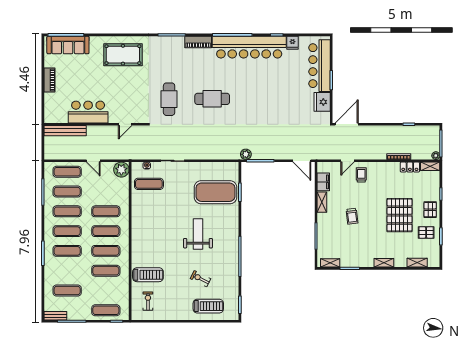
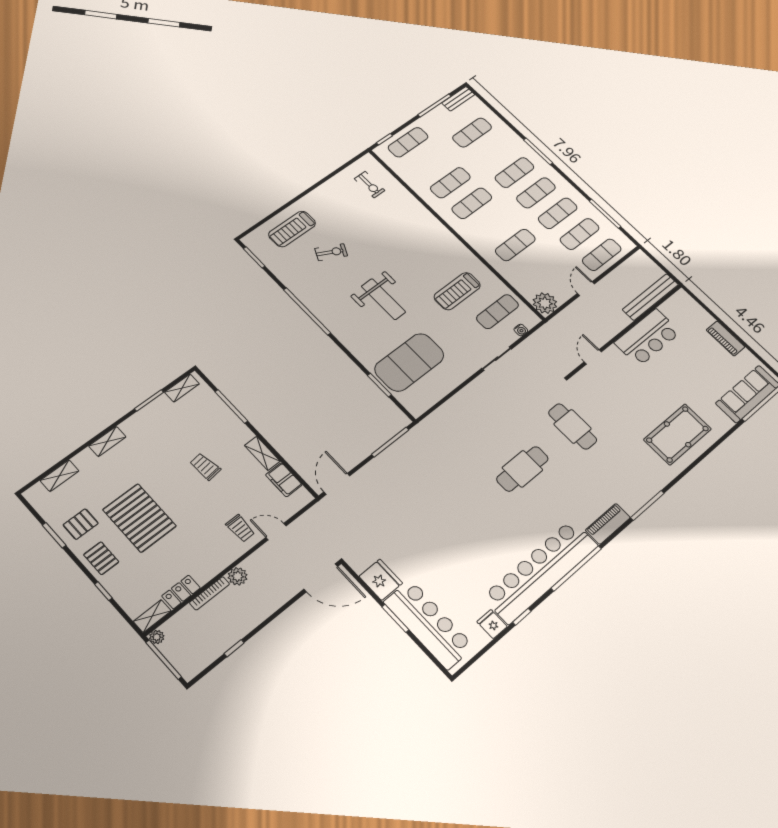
door: (347, 124) -> (321, 578), hinge flipped
plant: (246, 154) -> (238, 576), moved
door: (93, 161) -> (586, 289), hinge flipped
door: (302, 161) -> (337, 484), hinge flipped
door: (348, 161) -> (276, 532), hinge flipped
exercise mat: (106, 231) -> (493, 224), removed
treadmill: (148, 275) -> (457, 291), moved

